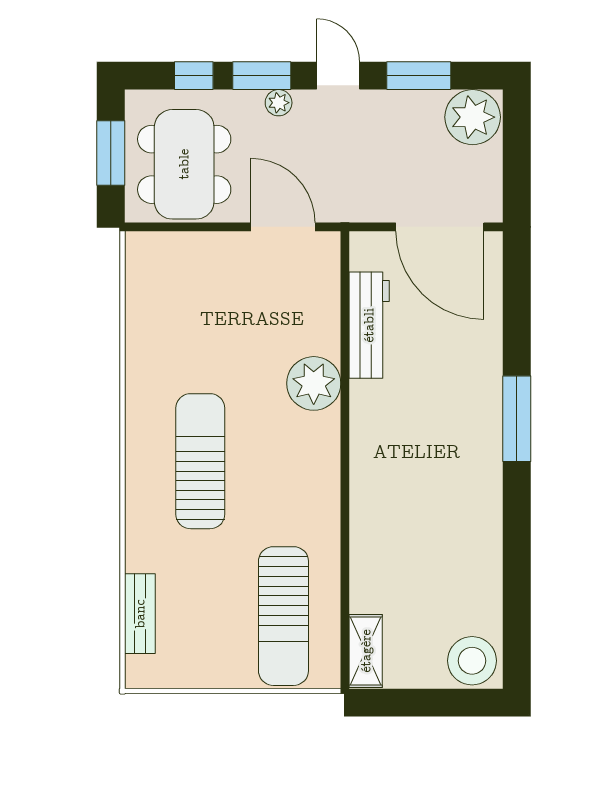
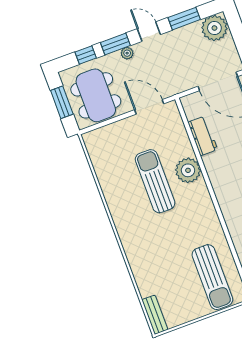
workbench: (369, 325) -> (203, 136), width x0.73
sun lounger: (200, 461) -> (155, 181), moved
bench: (140, 614) -> (155, 315), moved

